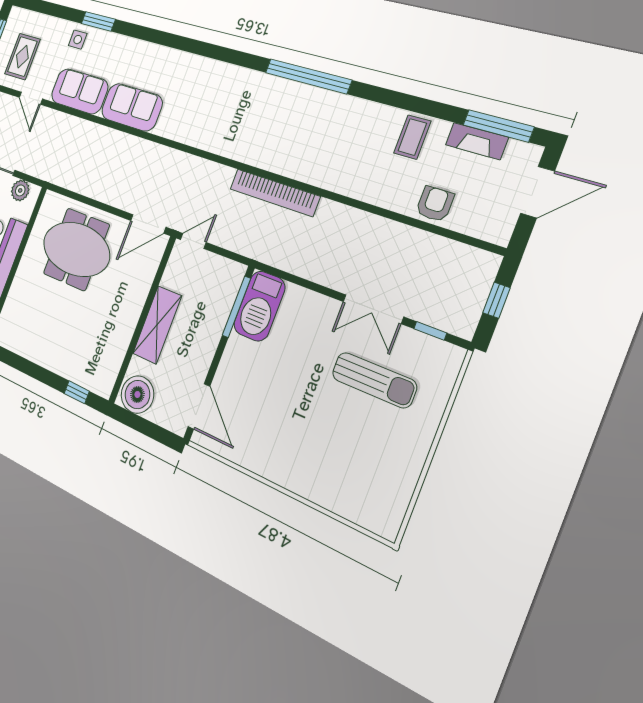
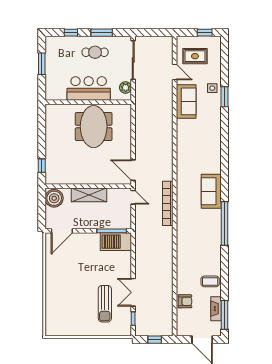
door: (31, 98) -> (175, 72), swing flipped
sofa: (132, 107) -> (211, 191), moved, turned 180
bookcase: (274, 193) -> (168, 203), moved
meeting table: (76, 249) -> (94, 127), moved

